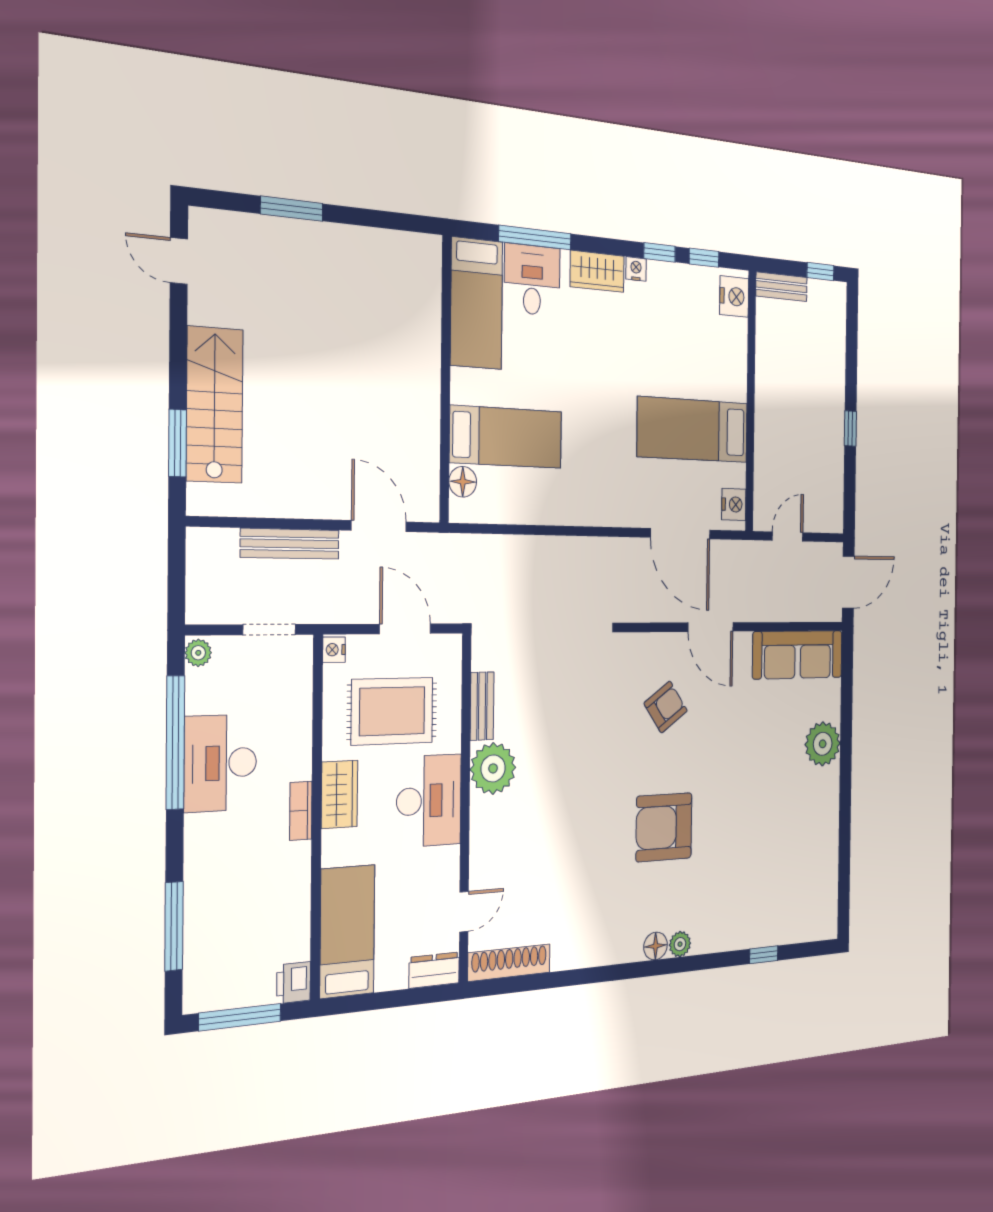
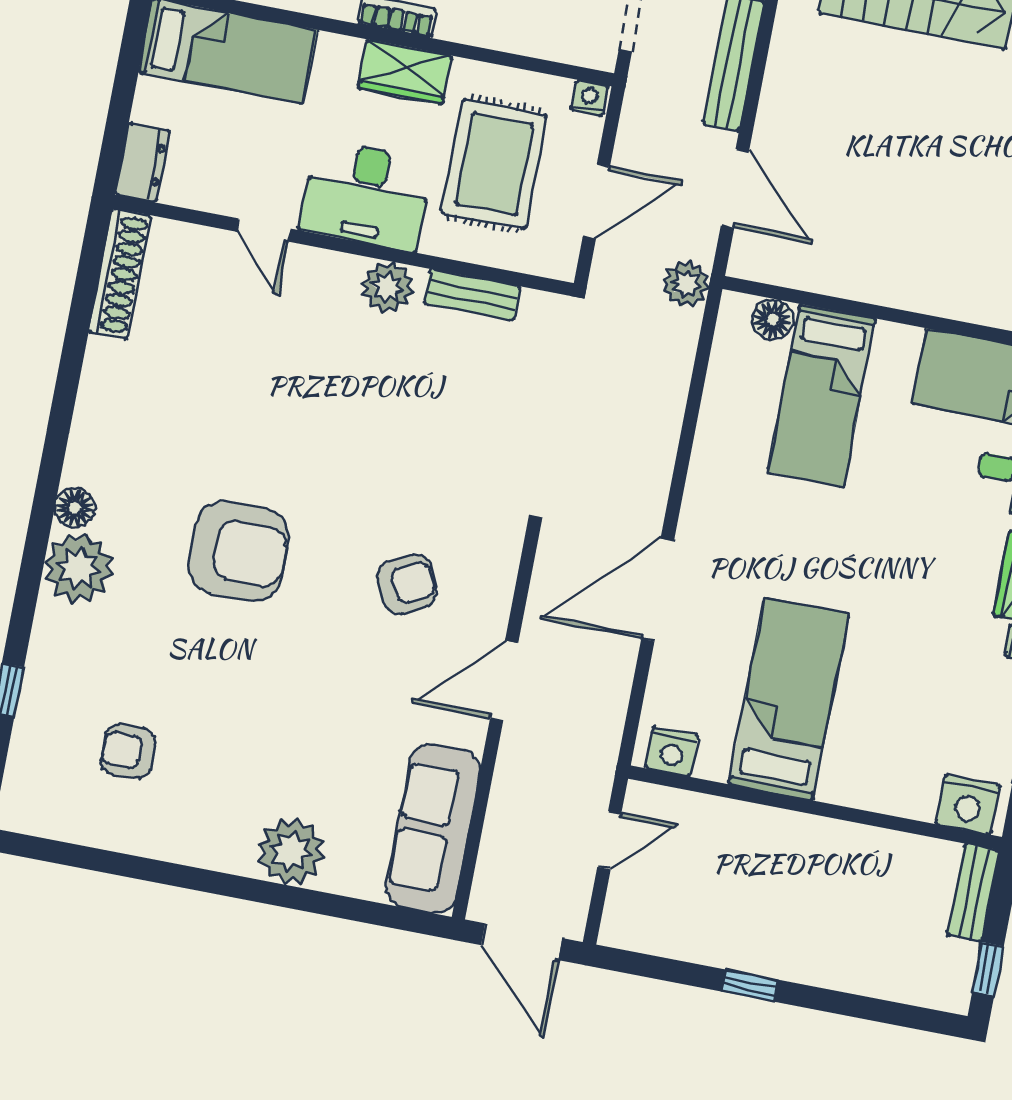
door: (379, 526) -> (735, 188), hinge flipped
door: (680, 534) -> (658, 590), moved
door: (788, 536) -> (609, 840), hinge flipped
plant: (449, 551) -> (686, 284), added
armchair: (666, 707) -> (407, 584), turned -82
plant: (493, 768) -> (387, 287), width x0.73, depth x0.73
armchair: (664, 827) -> (239, 551), turned 90
armchair: (785, 866) -> (128, 751), added
door: (464, 912) -> (263, 230), moved
plant: (680, 944) -> (79, 568), width x1.87, depth x1.87

